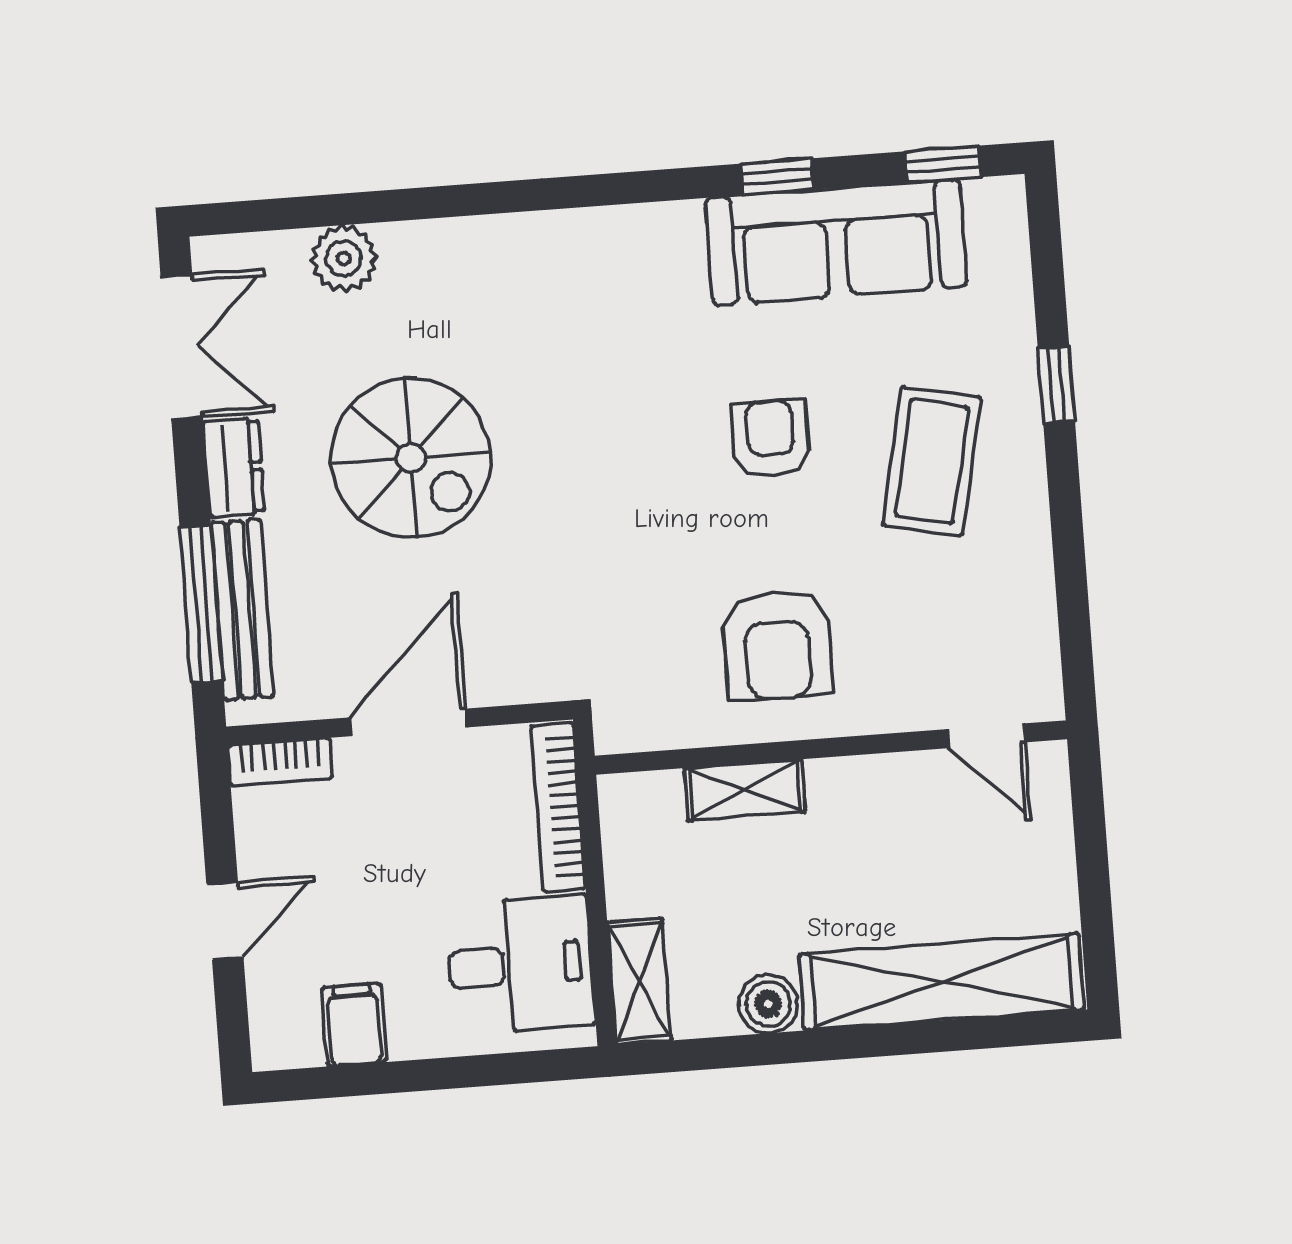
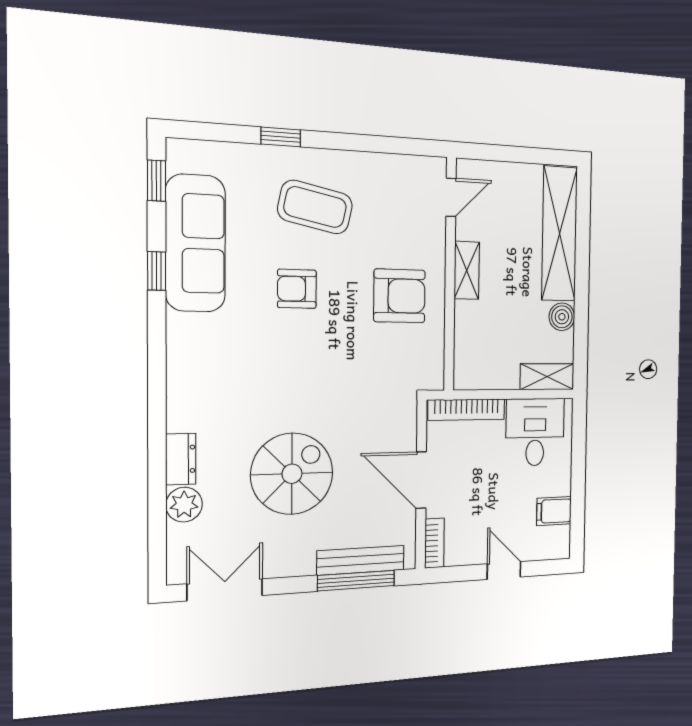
dresser: (234, 467) -> (181, 459), moved, turned 90
shelving: (745, 790) -> (467, 270), moved

